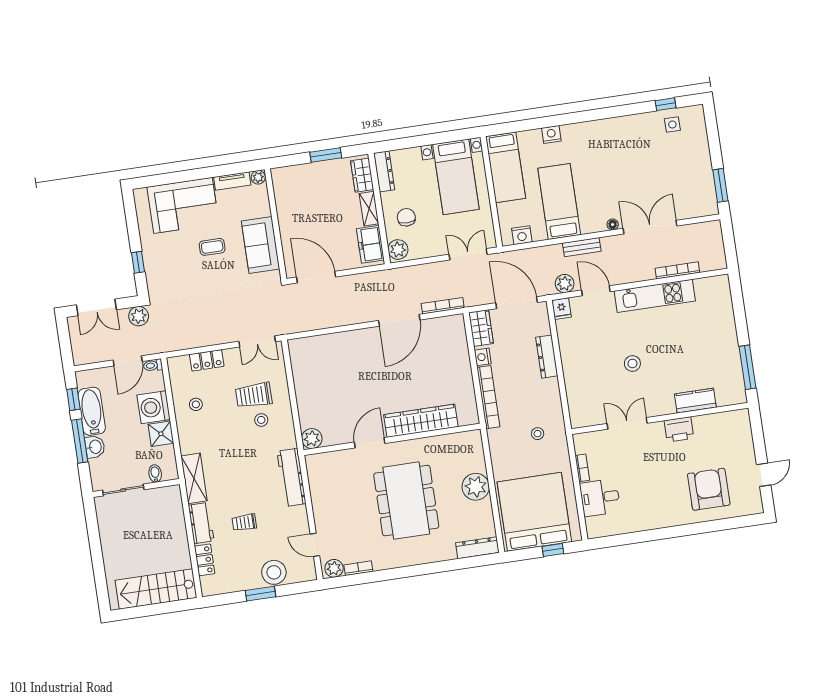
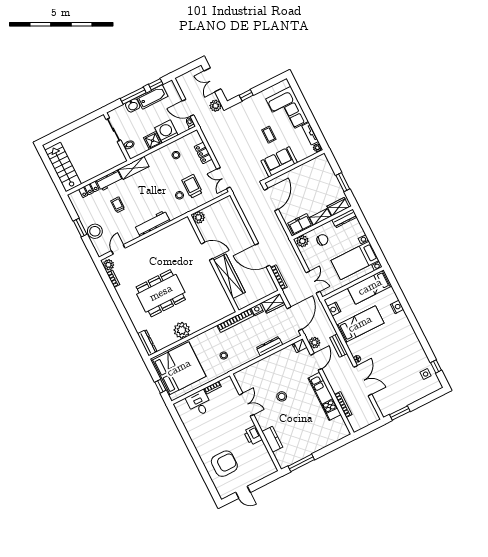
wardrobe: (421, 421) -> (229, 276), moved
plant: (312, 439) -> (199, 217), moved
wall: (392, 439) -> (213, 263), moved
door: (370, 443) -> (207, 251), moved

